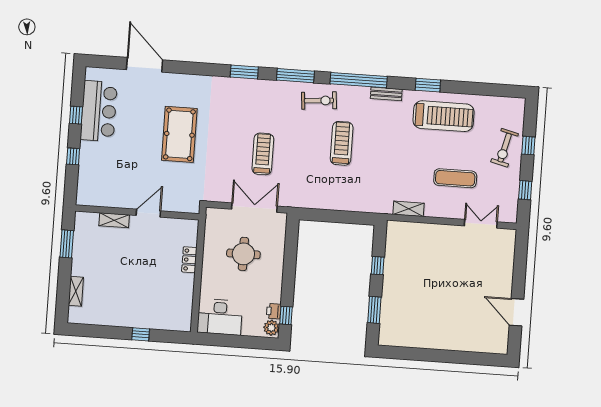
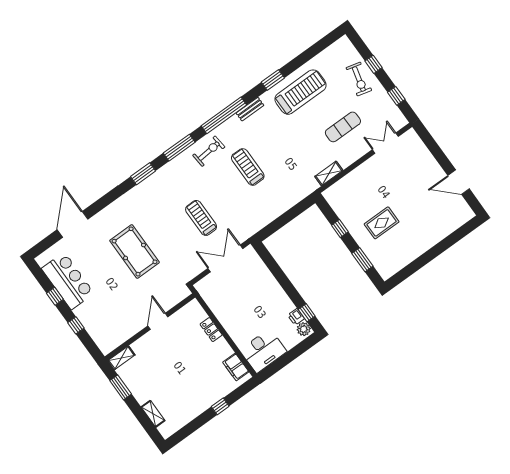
door: (145, 65) -> (73, 224), hinge flipped
shelving: (114, 220) -> (121, 358), moved
round table: (243, 254) -> (244, 295), removed
rug: (418, 291) -> (382, 223), added
filing cabinet: (183, 311) -> (236, 367), added

